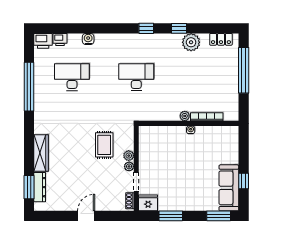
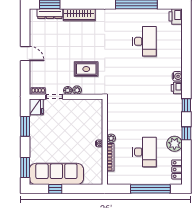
water cooler: (88, 39) -> (177, 76), moved
printer: (60, 40) -> (177, 88), moved
desk: (136, 77) -> (144, 152), moved
sofa: (229, 188) -> (56, 174), width x1.36, depth x1.27

